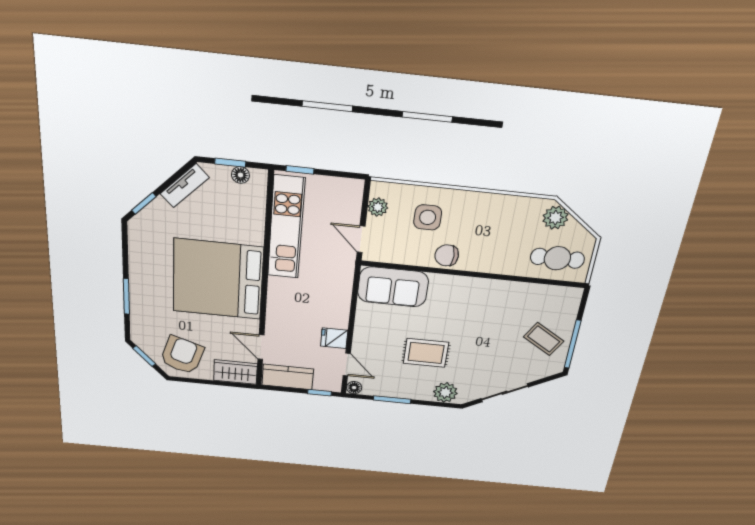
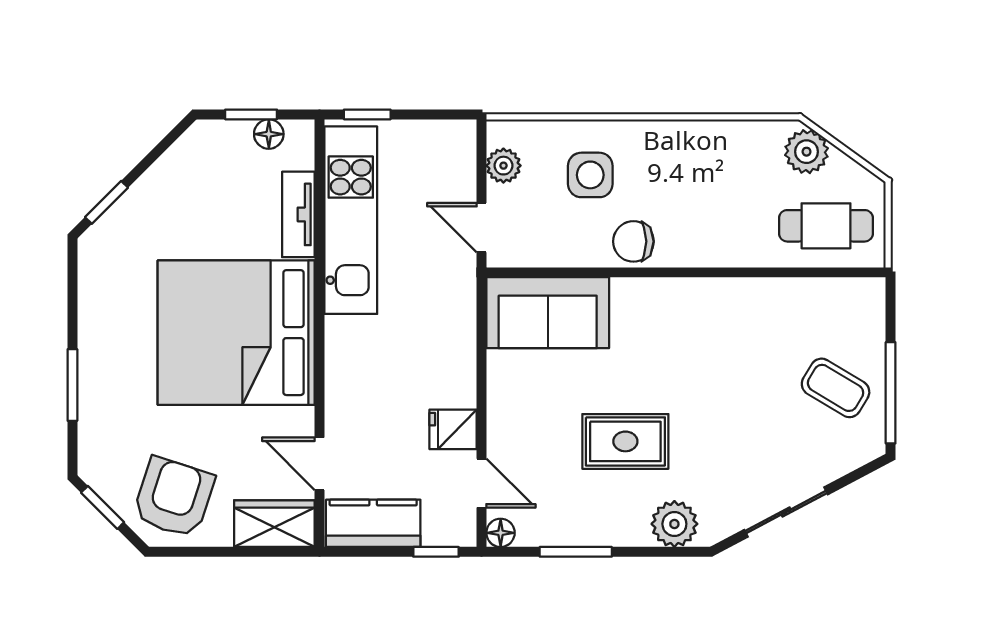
tv unit: (185, 186) -> (298, 214), moved, turned 135

